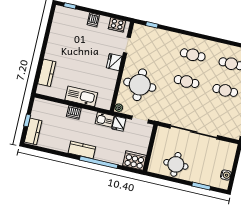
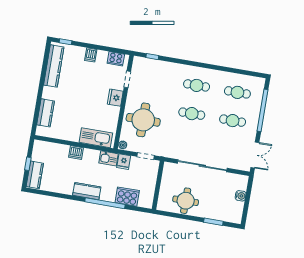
kitchen counter: (57, 28) -> (54, 66), added
kitchen sink: (81, 96) -> (96, 138), moved
cooker: (134, 161) -> (127, 197), moved
water cooler: (226, 175) -> (241, 196), moved

